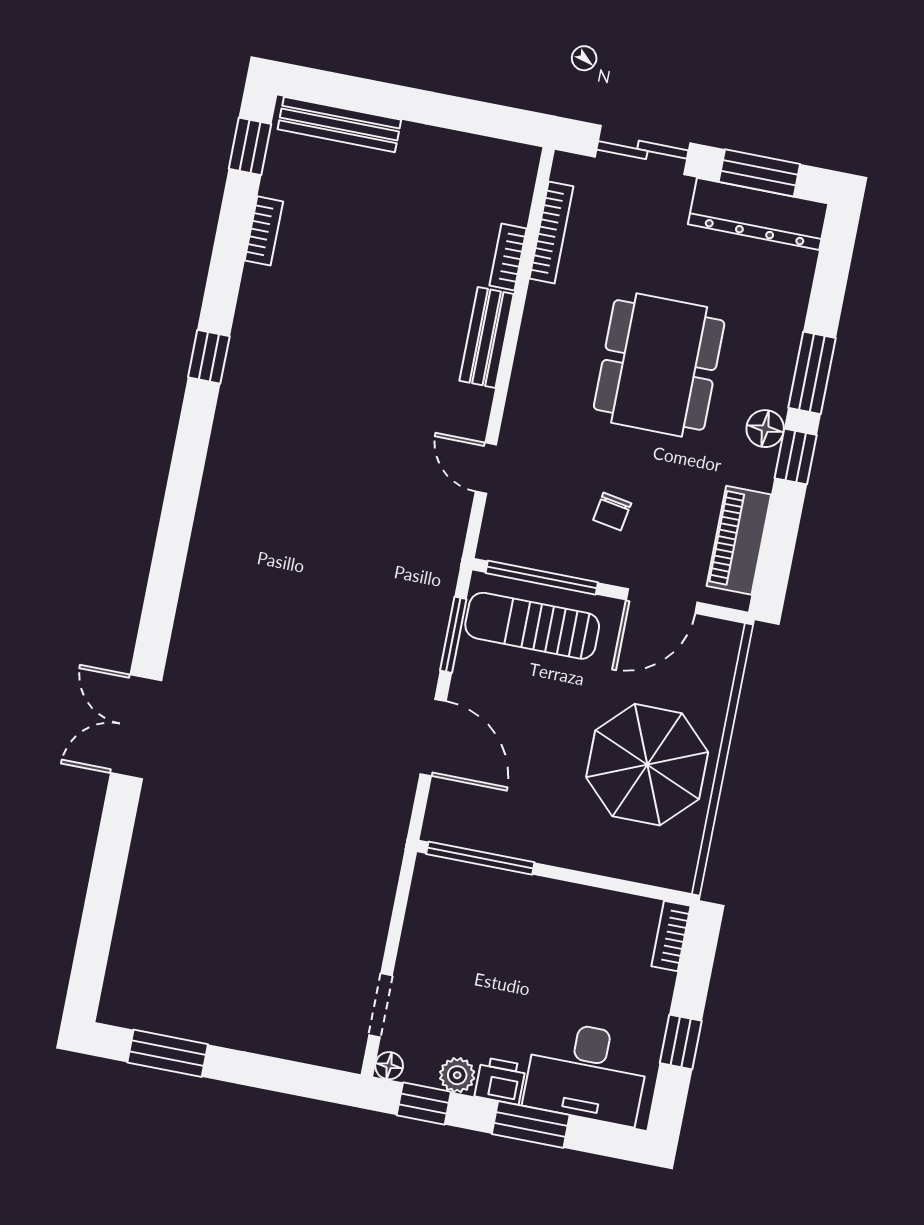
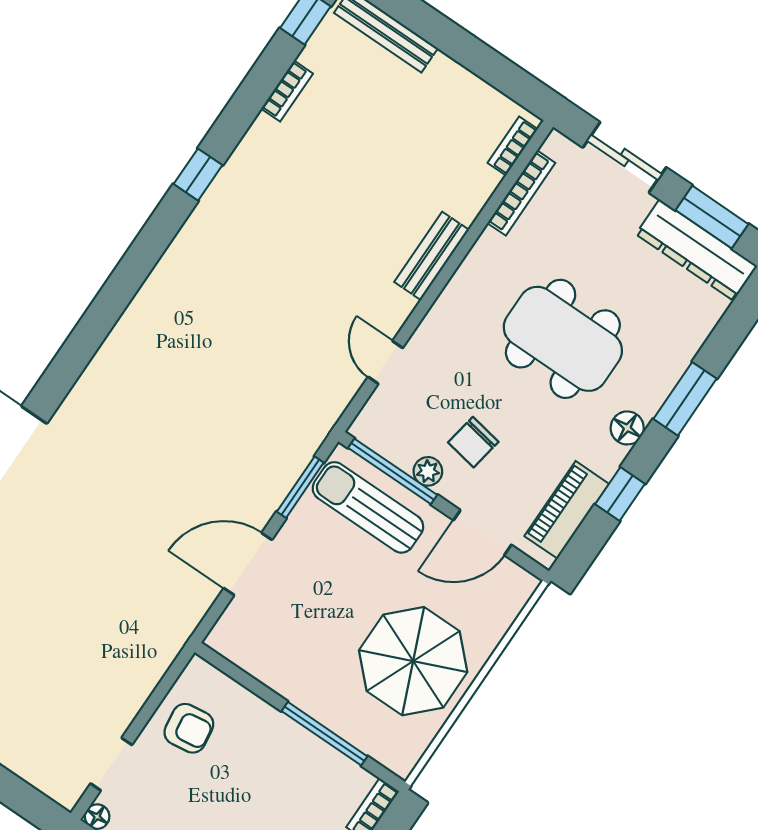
bookcase: (508, 257) -> (513, 146), moved
dining table: (659, 365) -> (563, 339), turned 90
window: (796, 457) -> (620, 494), moved
chair: (612, 512) -> (473, 442), width x1.37, depth x1.37
plant: (578, 562) -> (428, 471), added
door: (433, 737) -> (248, 564), swing flipped
window: (480, 858) -> (325, 734), moved
armchair: (445, 934) -> (189, 728), added

